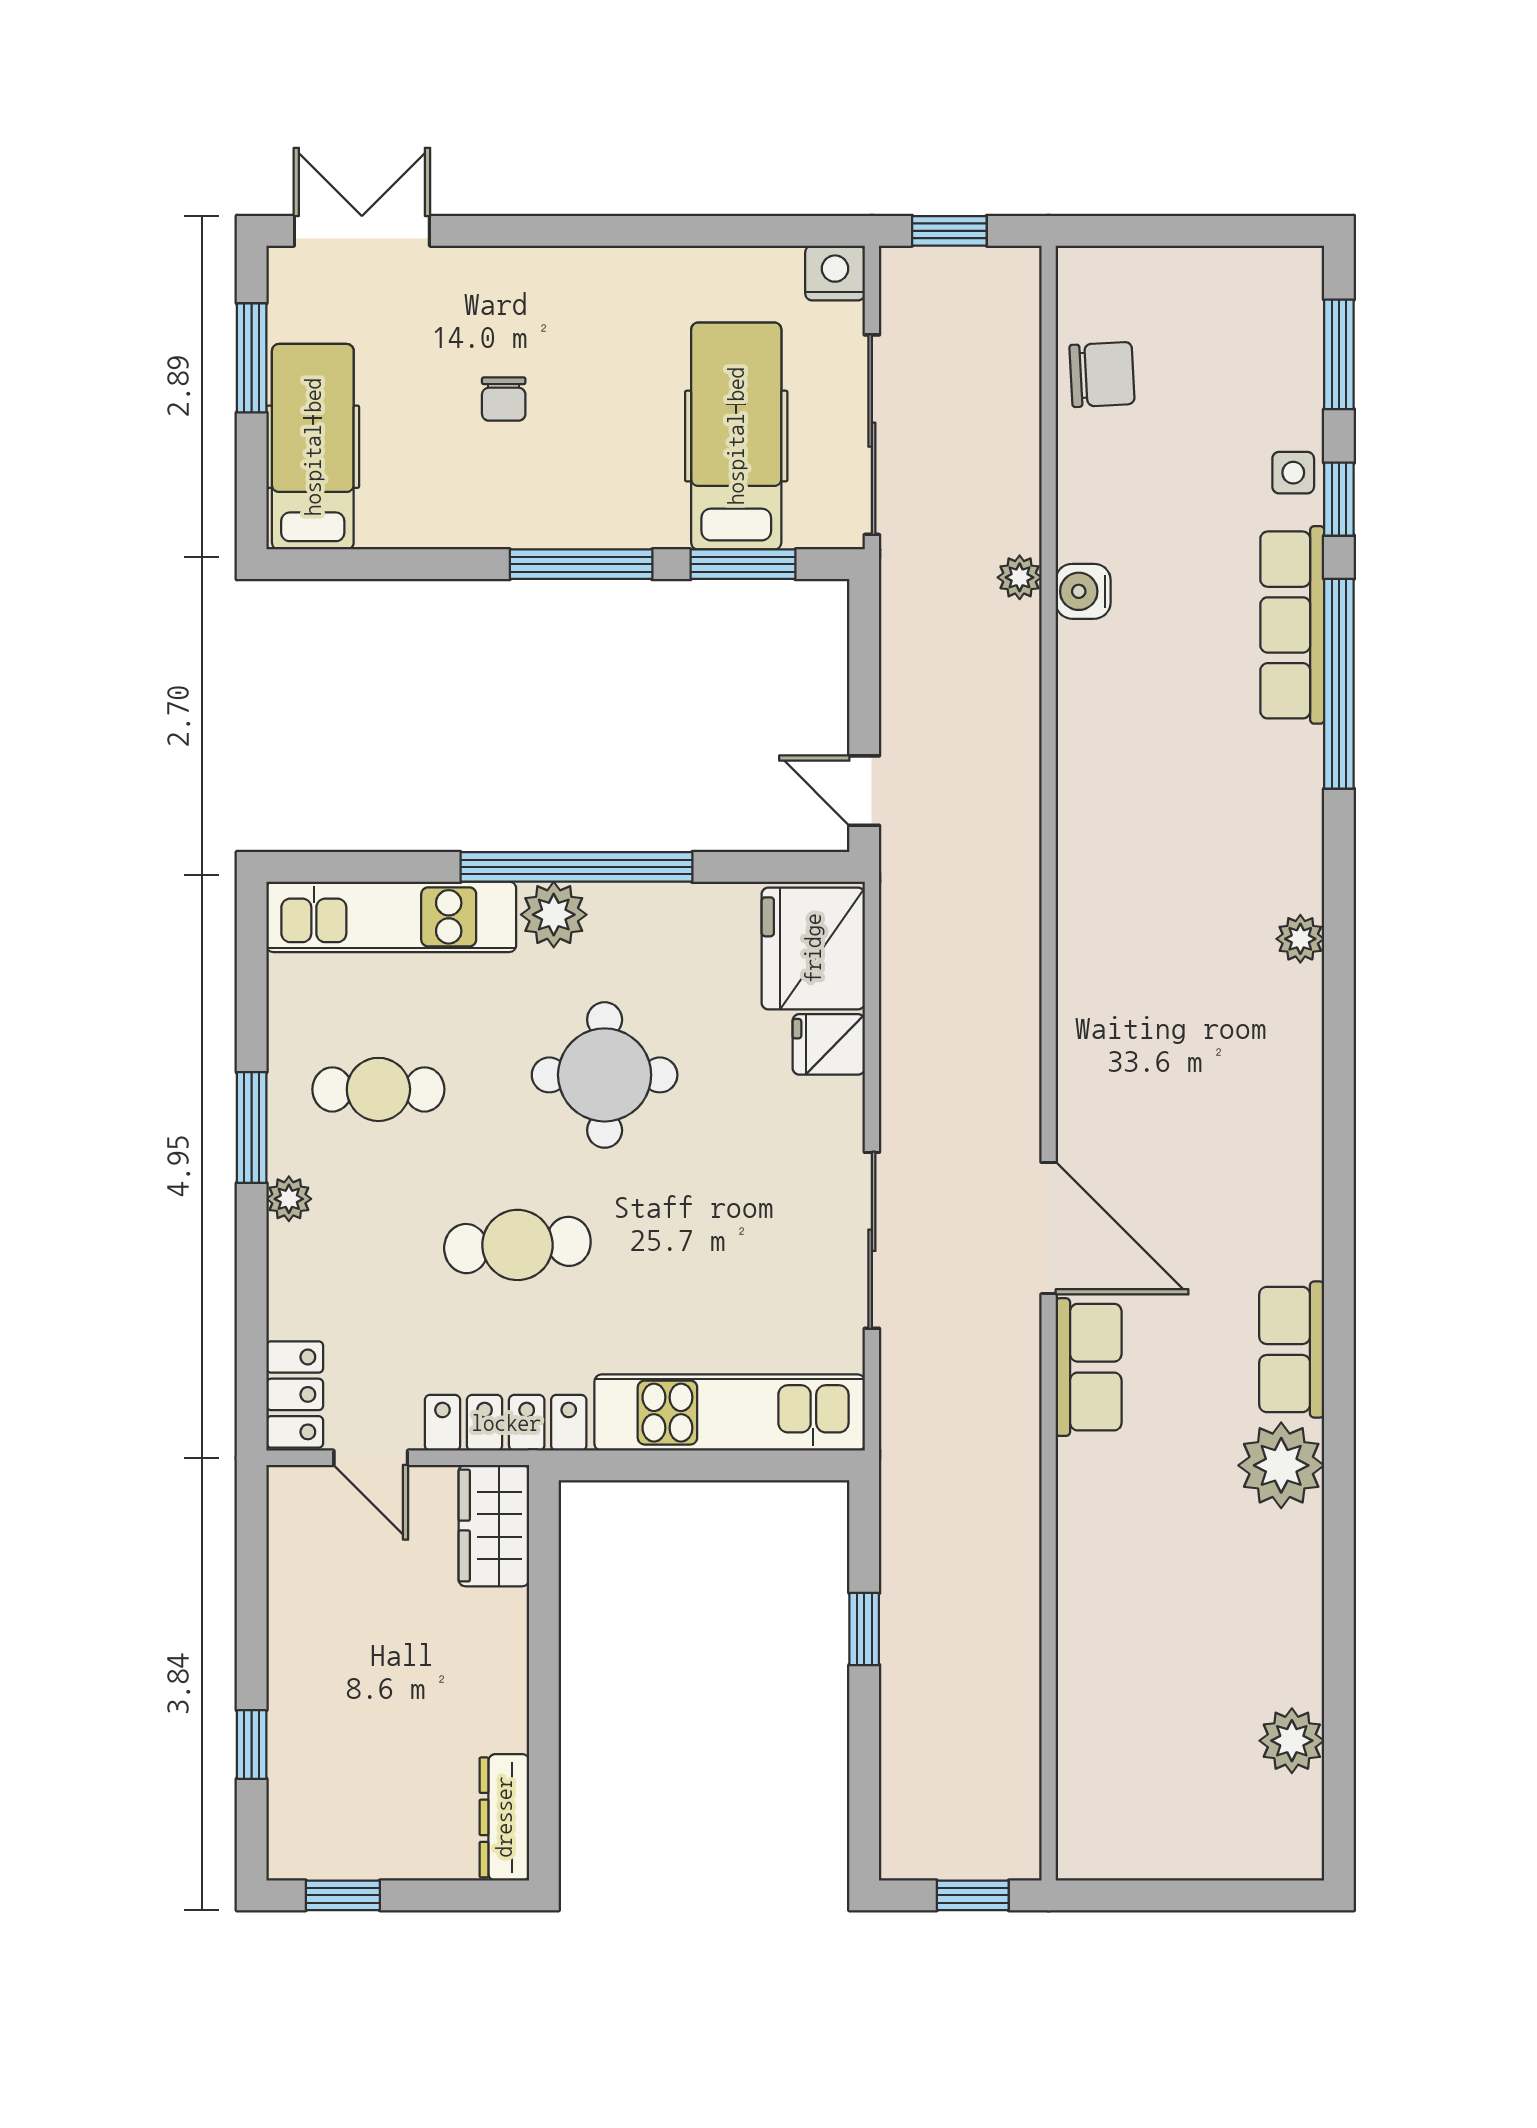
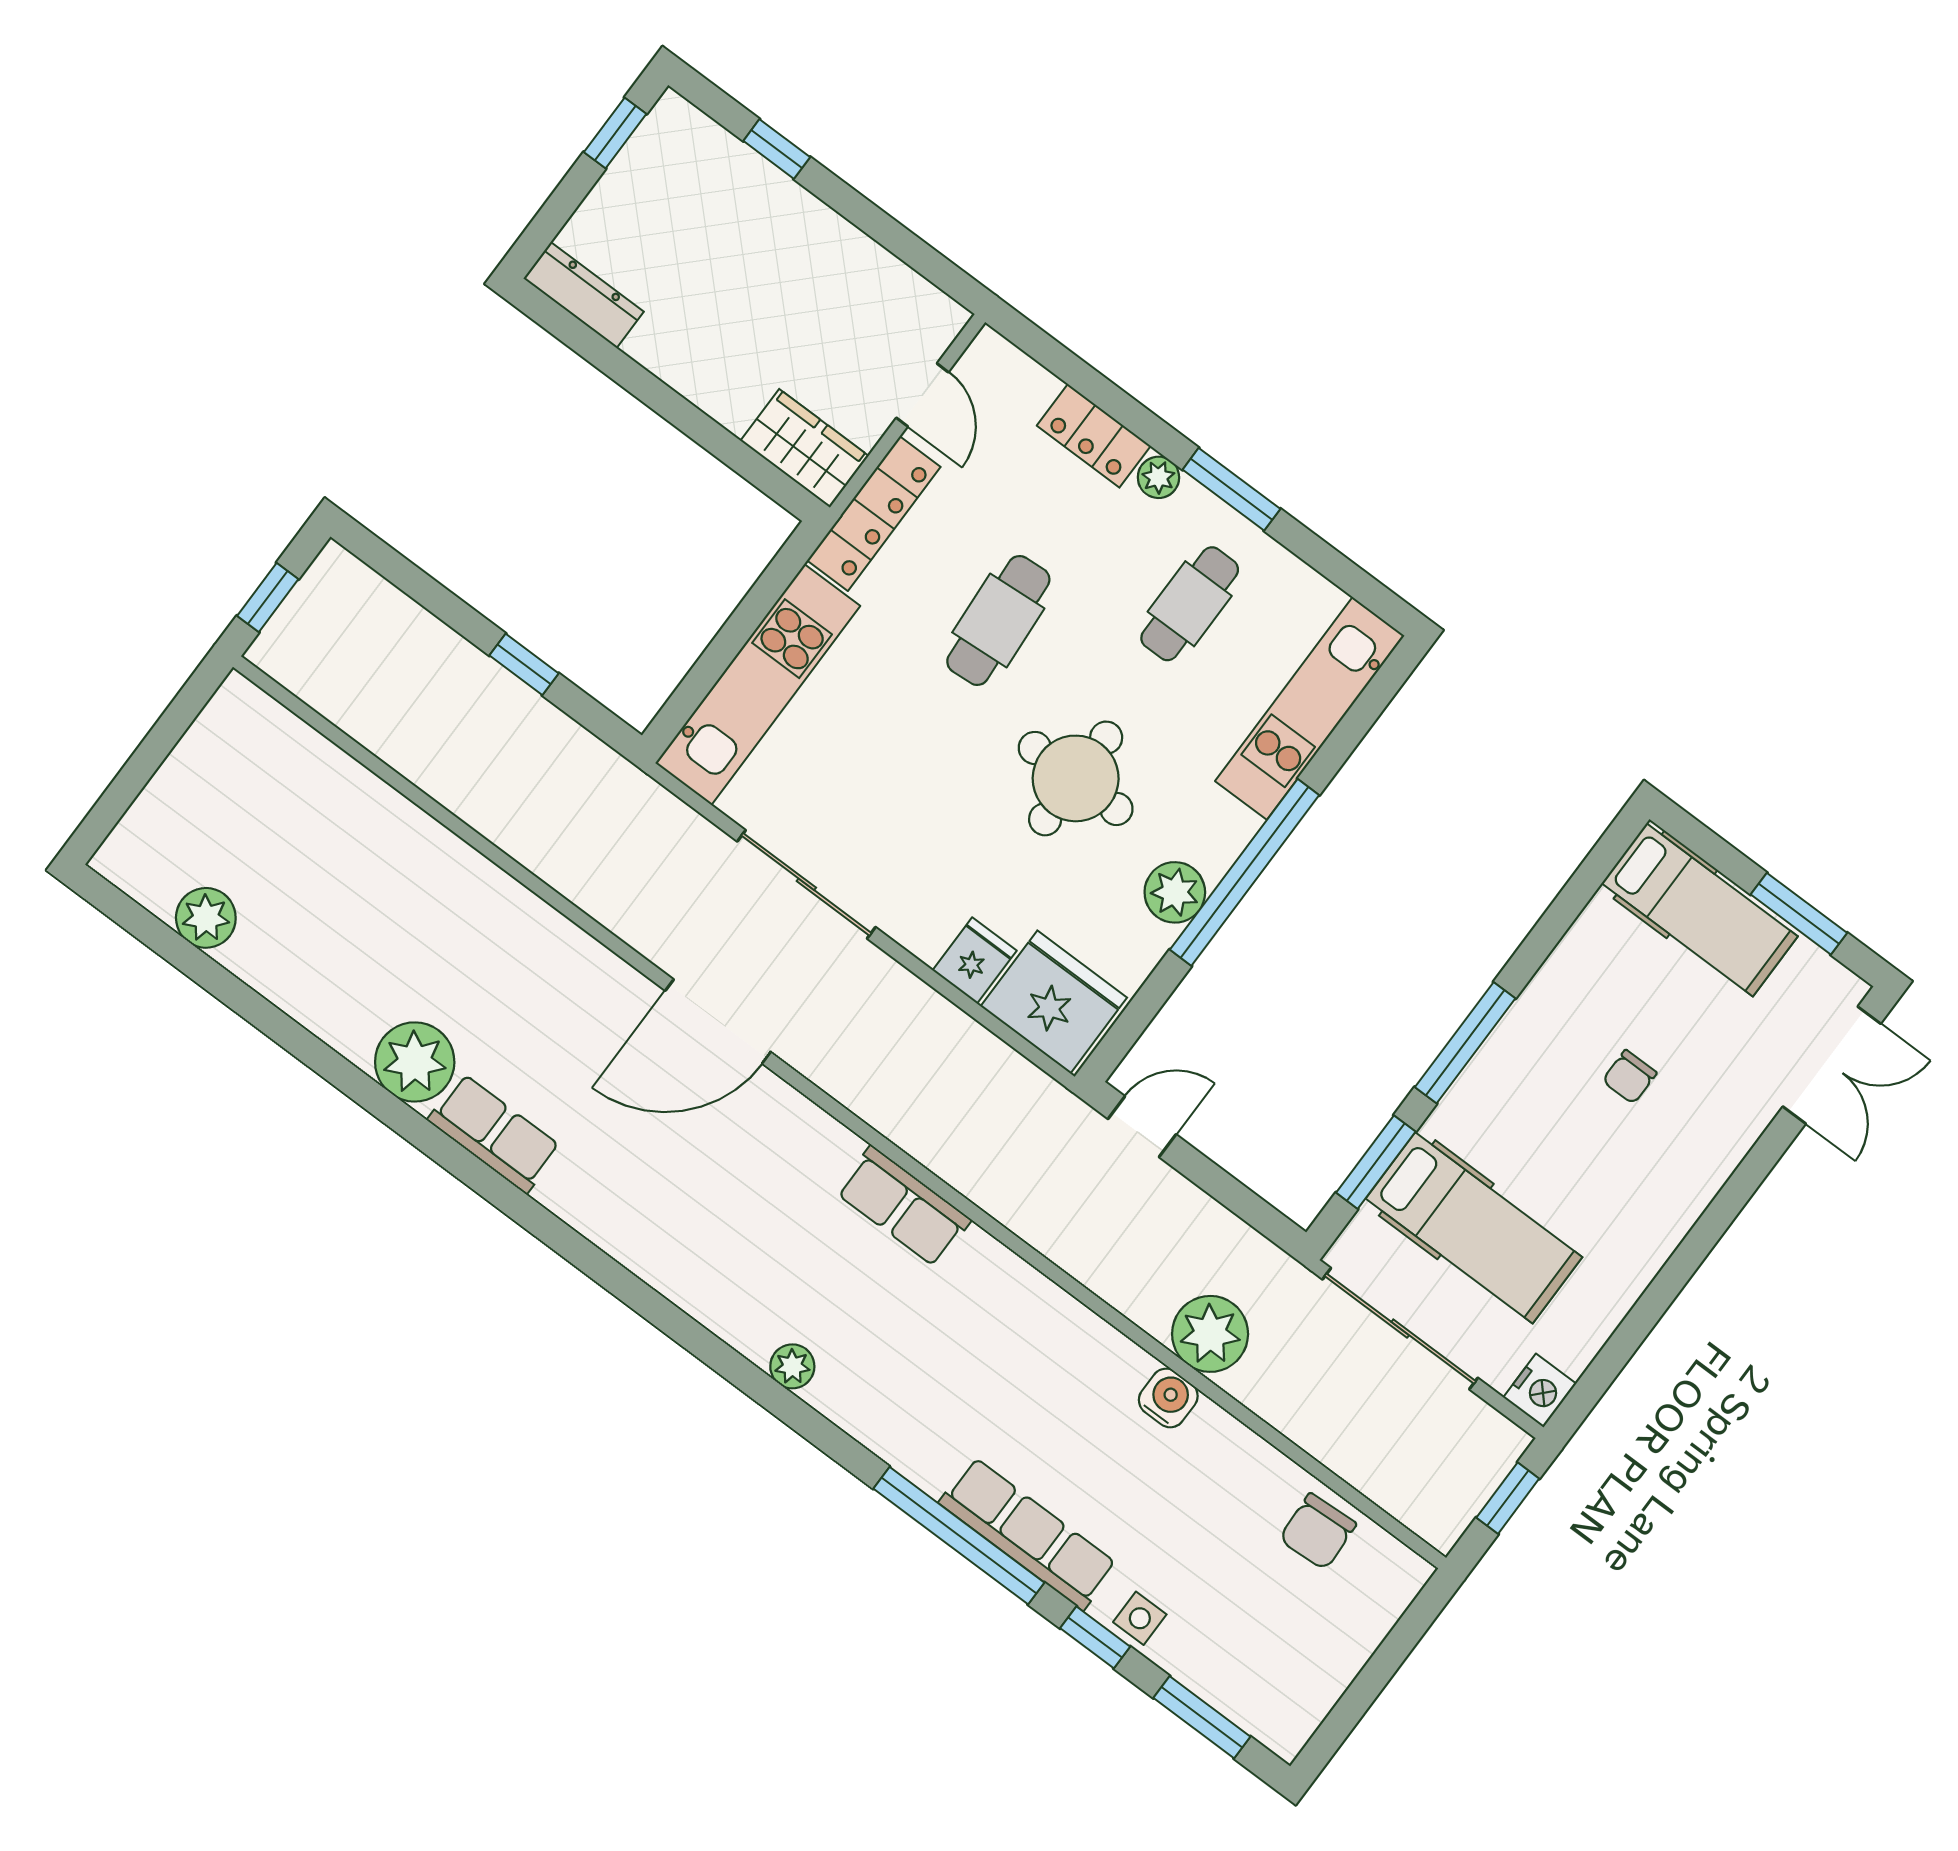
chair: (504, 399) -> (1630, 1077), turned -90
plant: (1020, 577) -> (1210, 1334), width x1.88, depth x1.88
plant: (554, 915) -> (1175, 892), moved
row of seats: (1089, 1367) -> (904, 1206), moved
locker: (295, 1394) -> (1094, 436), moved
door: (371, 1458) -> (922, 395), swing flipped

